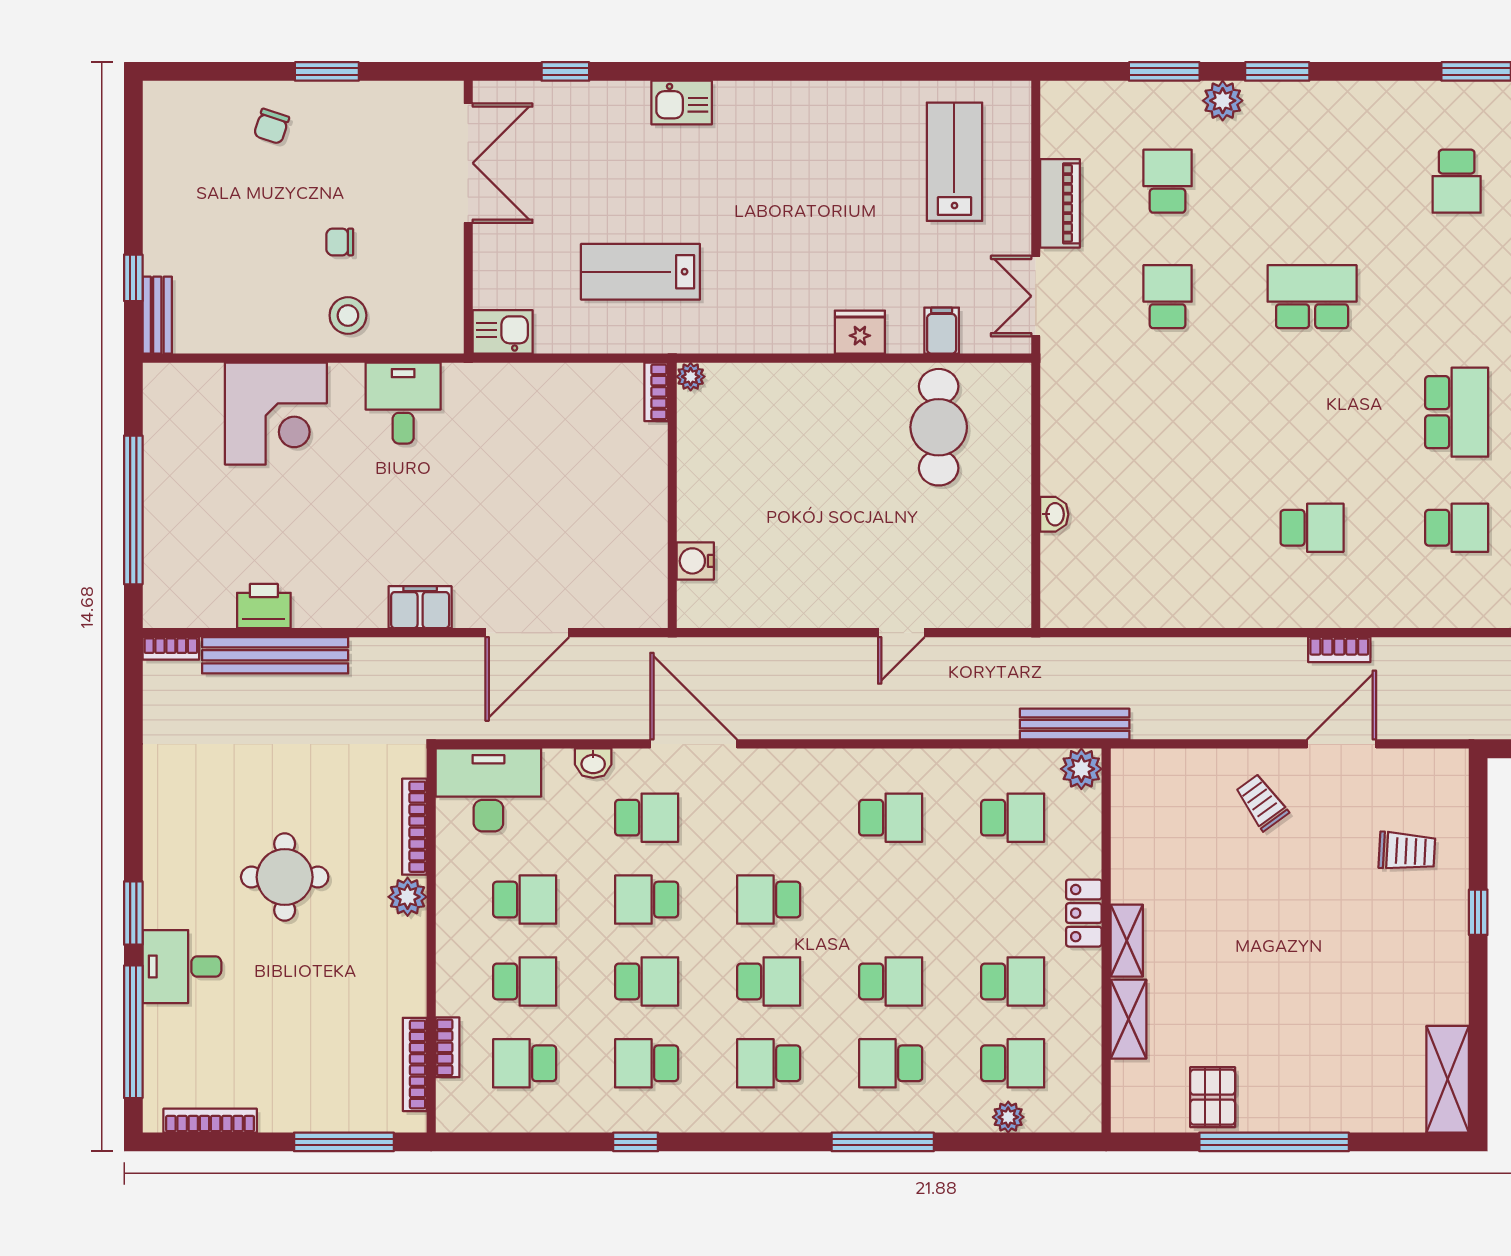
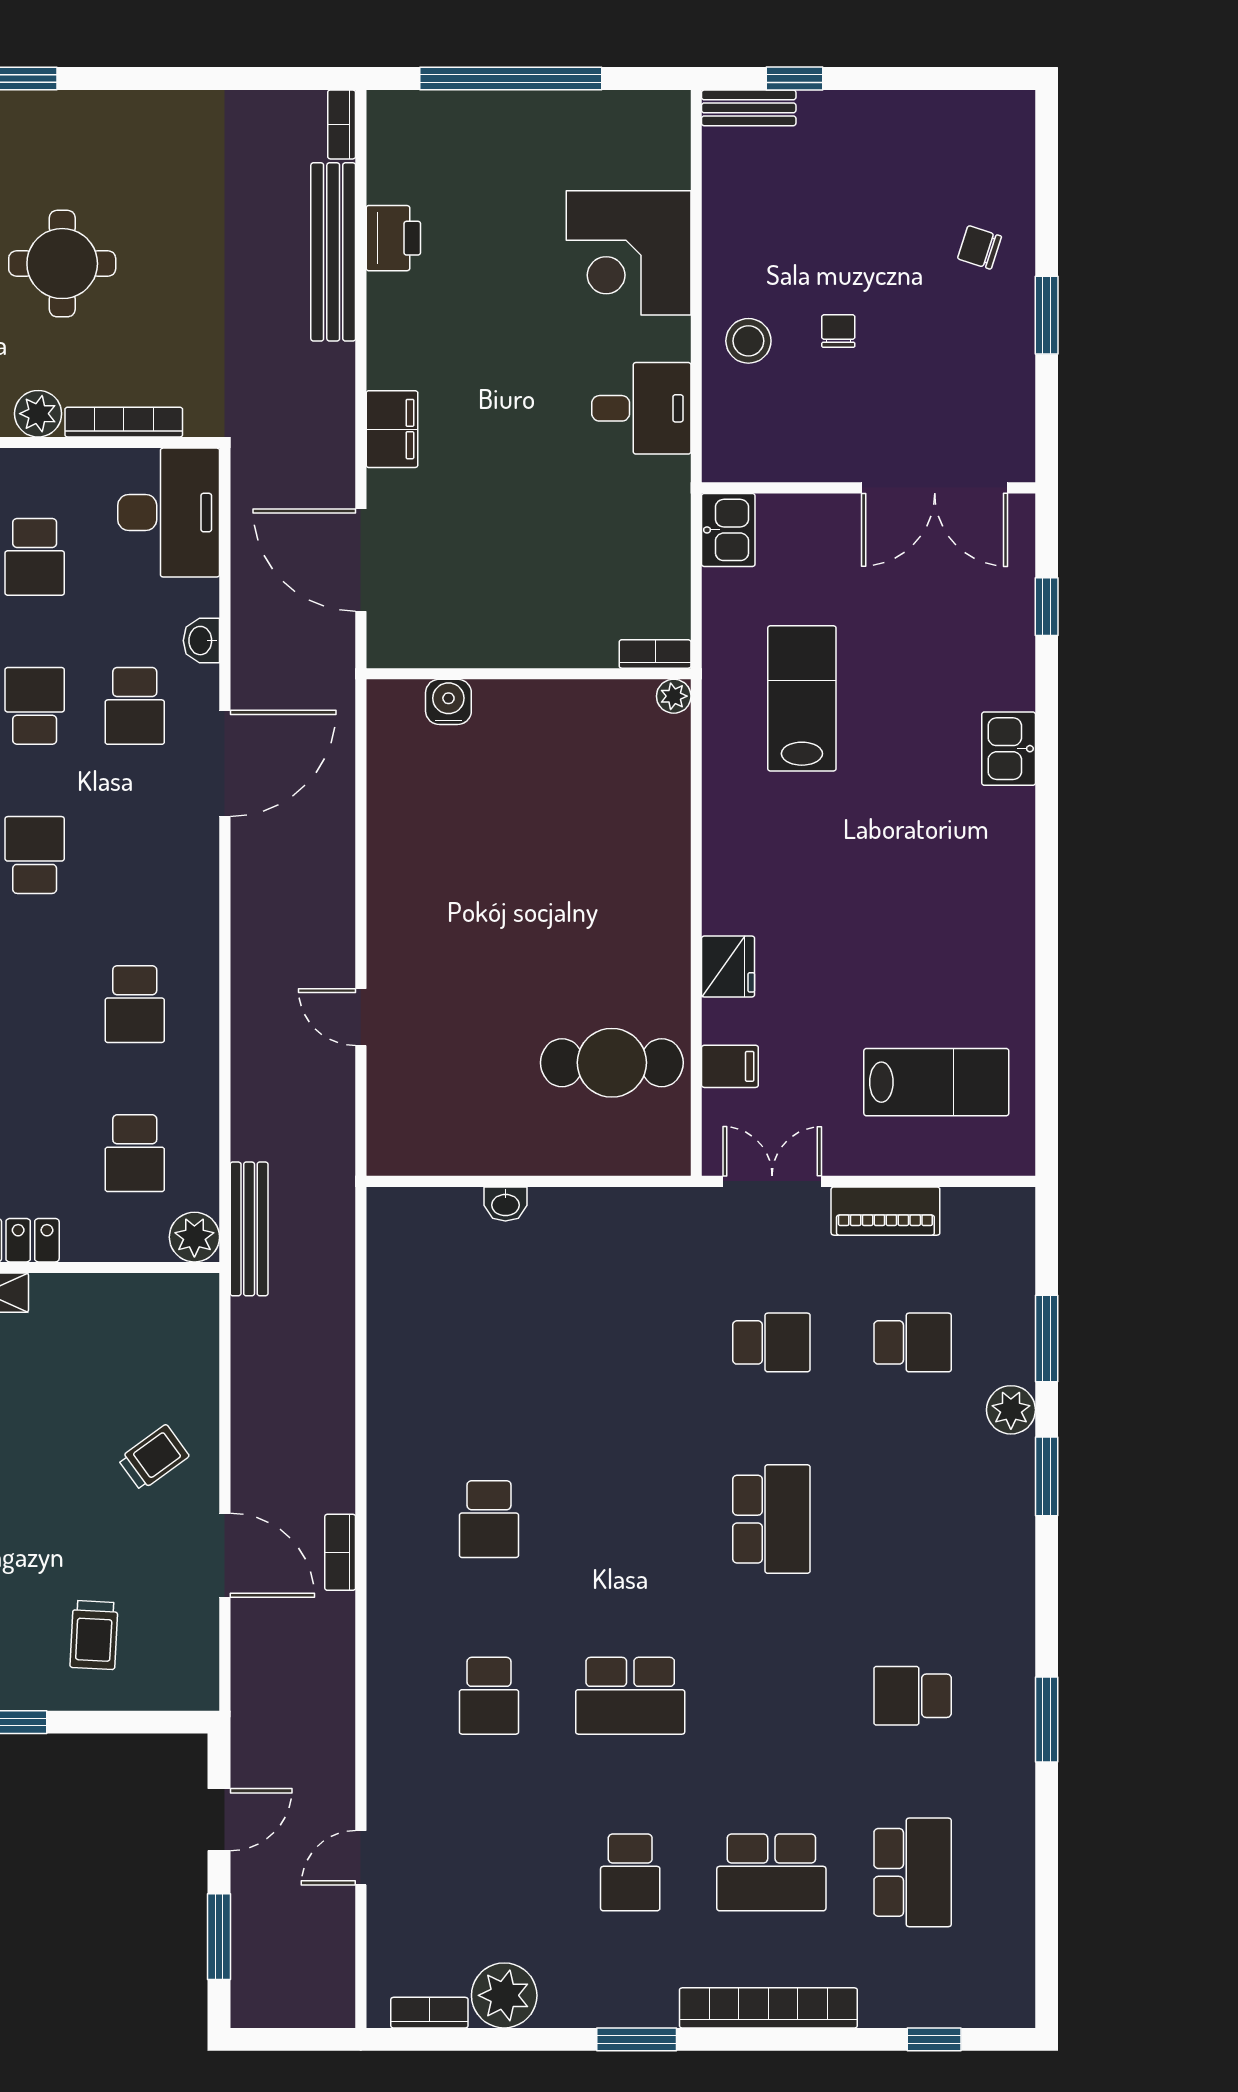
plant: (691, 377) -> (674, 696), moved
bookcase: (656, 392) -> (655, 654), moved
wall: (672, 495) -> (529, 674), moved
water cooler: (695, 561) -> (448, 702), moved

